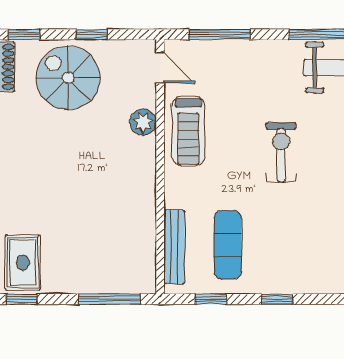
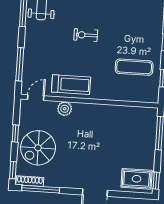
exercise bike: (281, 152) -> (86, 35), width x0.73, depth x0.72
bench: (174, 247) -> (133, 96), removed

